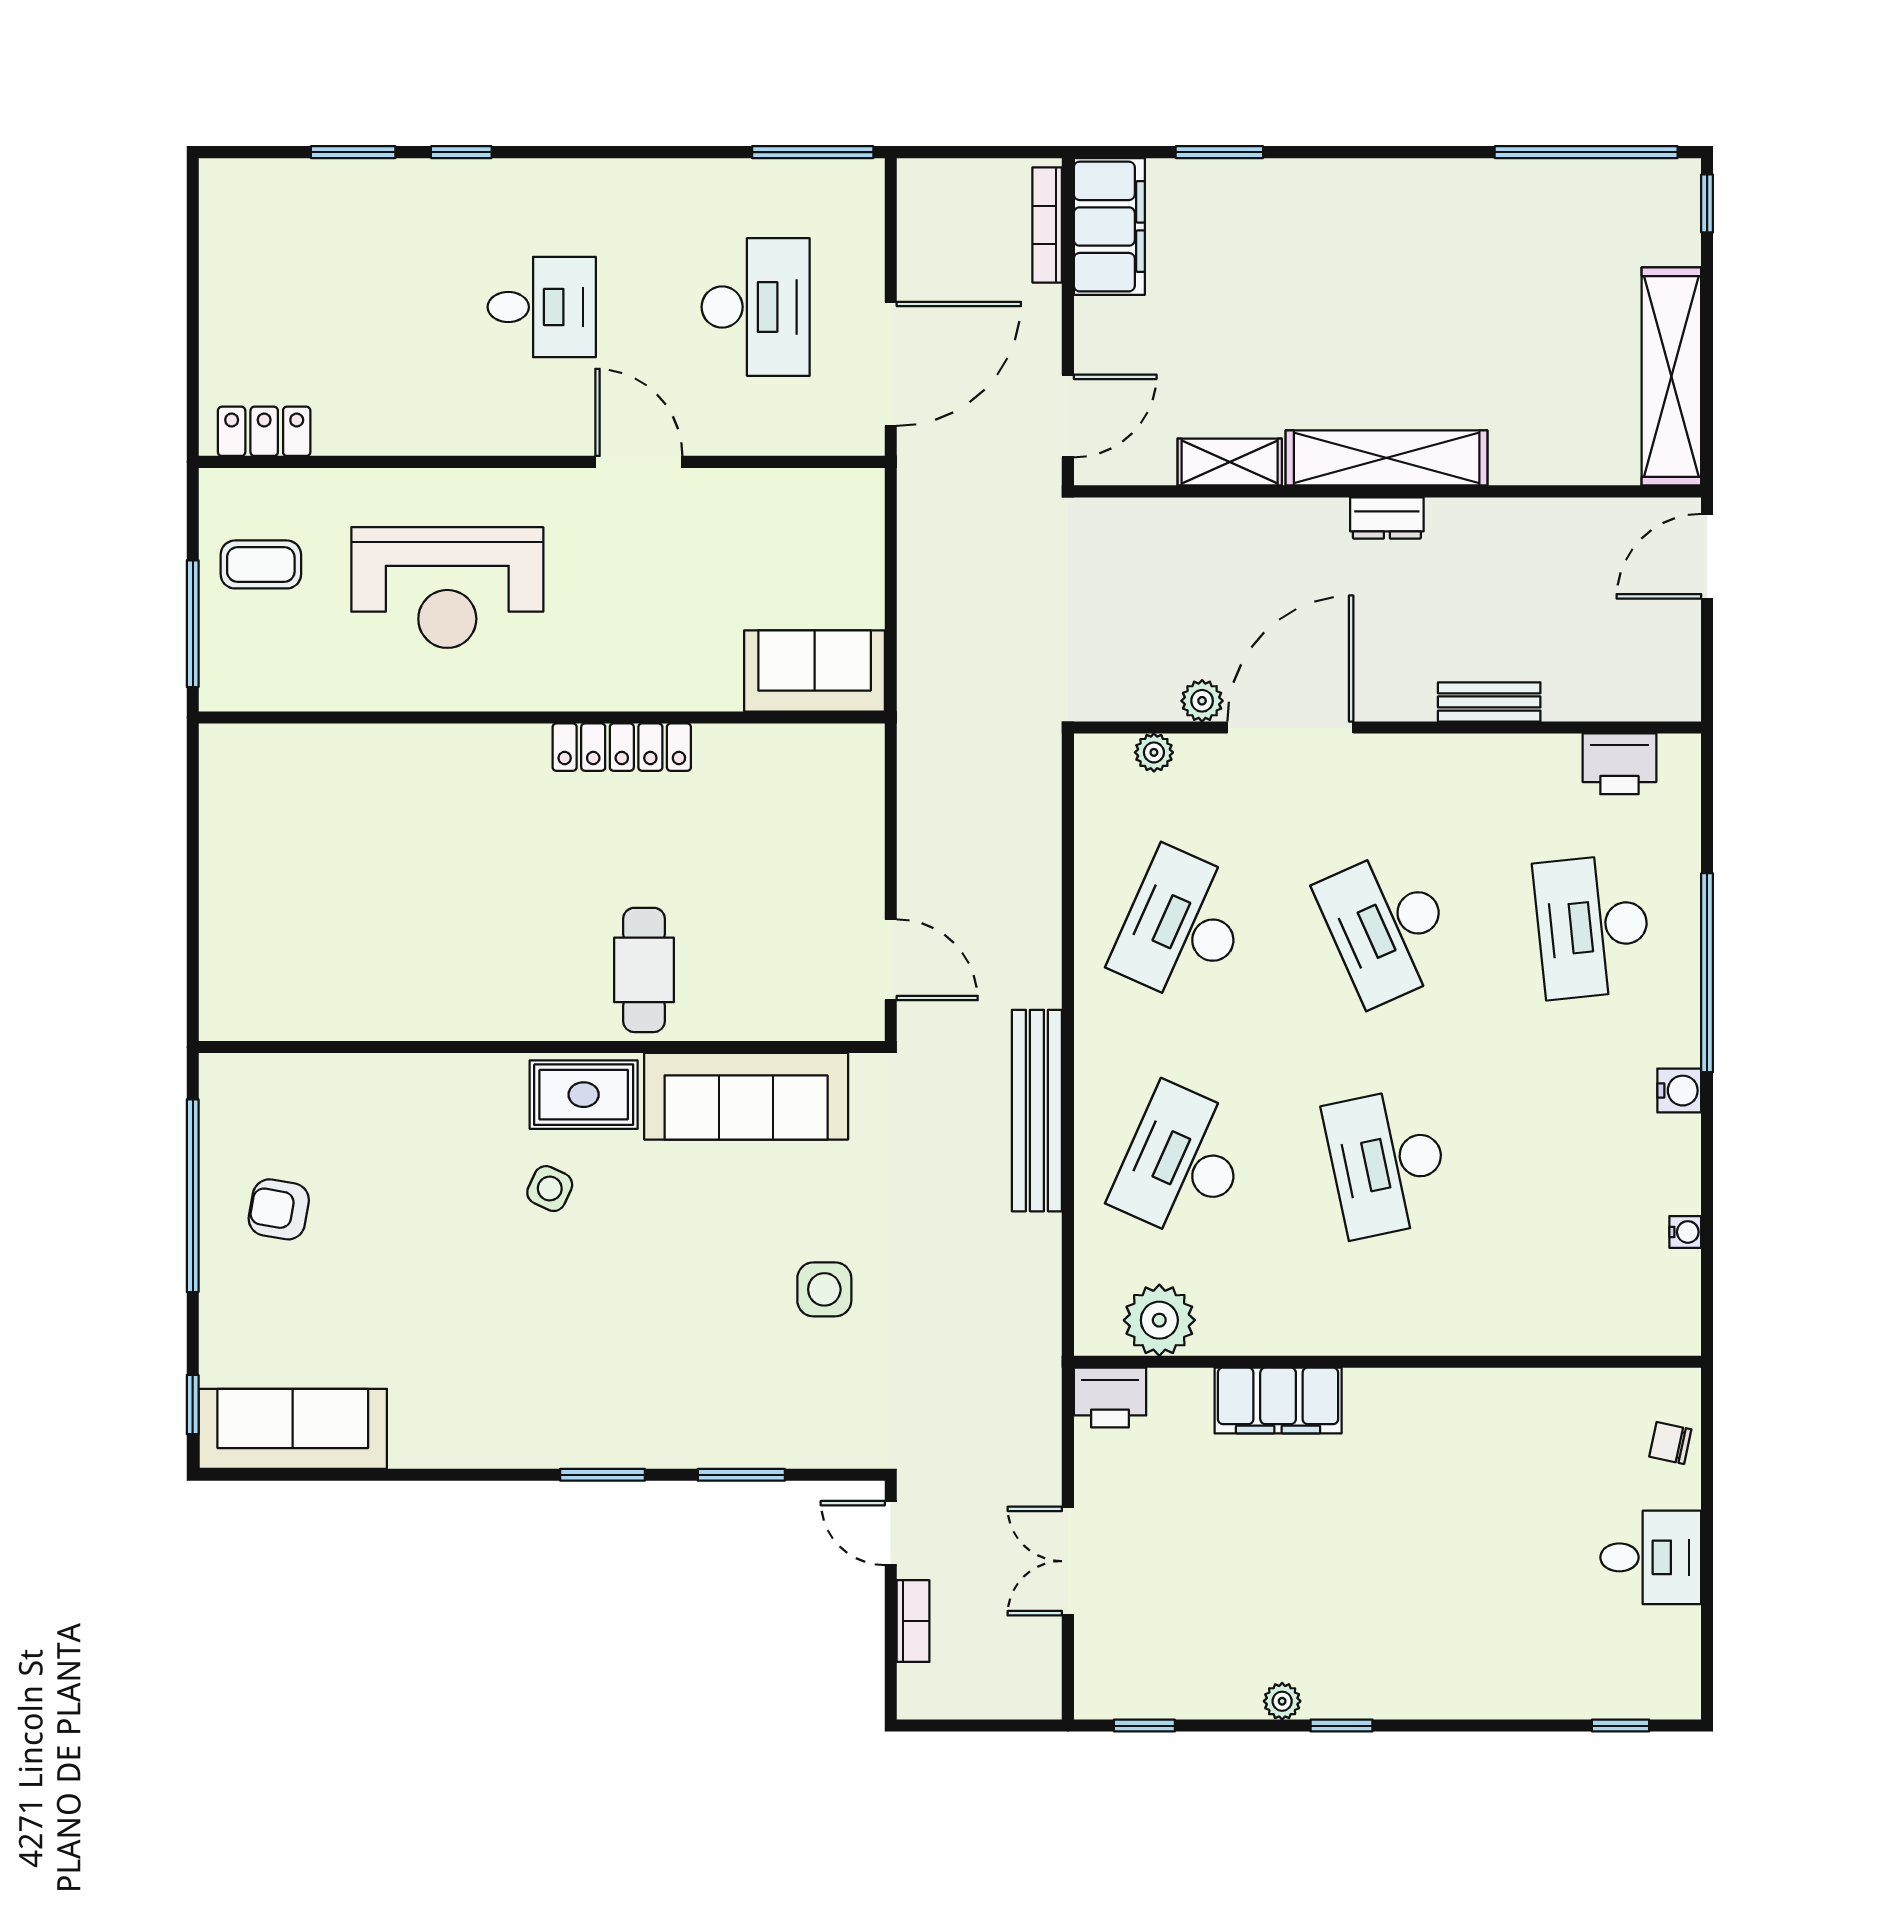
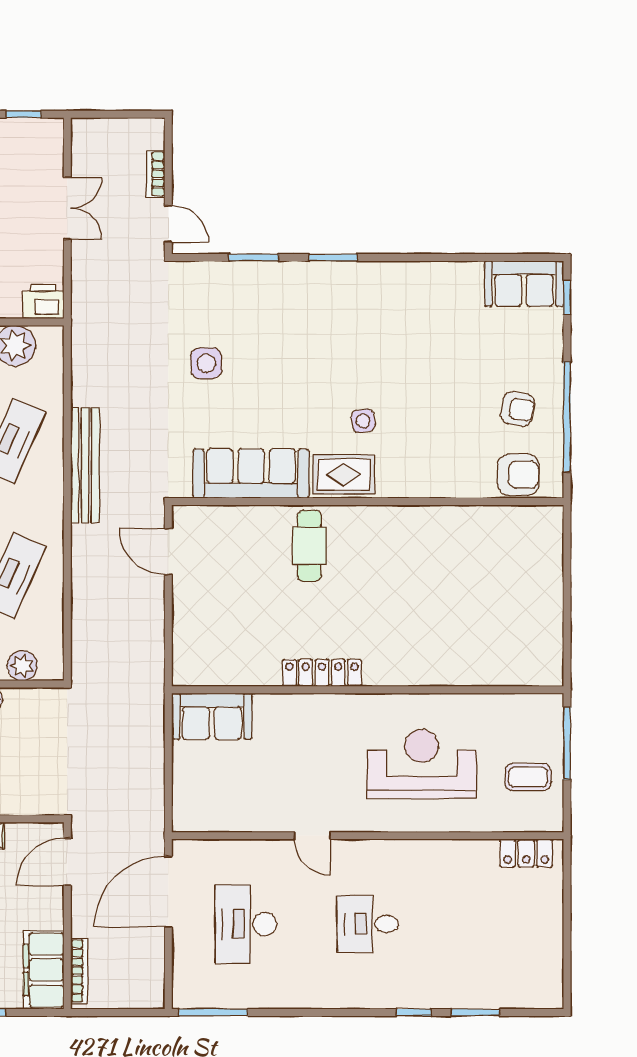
door: (639, 462) -> (312, 836), width x0.73
plant: (1154, 752) -> (22, 666), width x1.38, depth x1.38
armchair: (278, 1094) -> (518, 475), added
side table: (550, 1189) -> (363, 421), turned -34
sofa: (293, 1429) -> (524, 284), width x0.73

